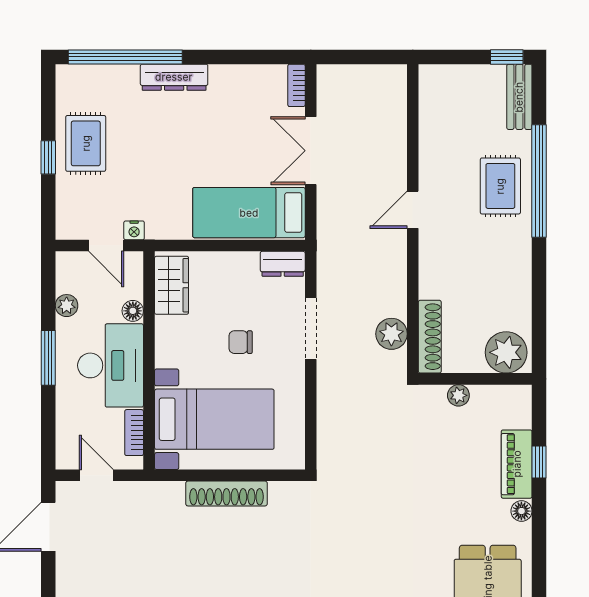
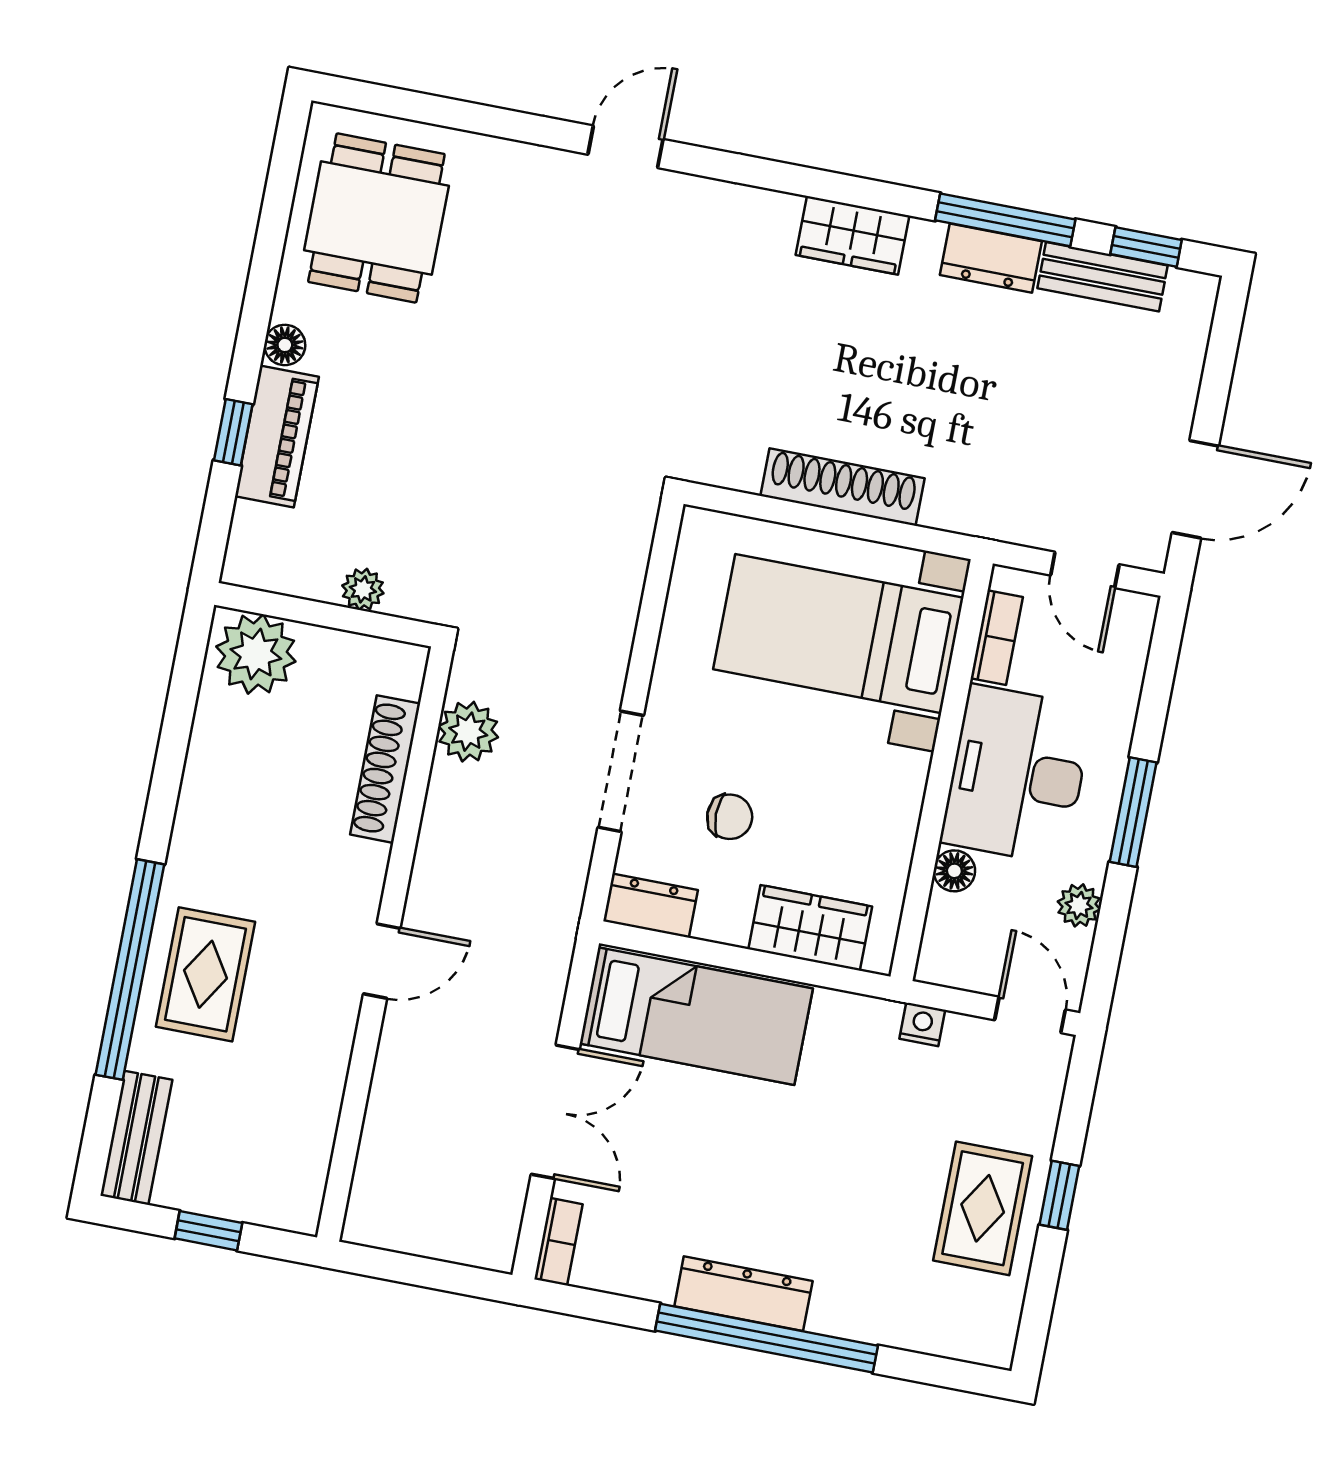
window: (125, 57) -> (766, 1338), moved
window: (507, 57) -> (208, 1231), moved
dresser: (174, 77) -> (743, 1294), moved
door: (106, 246) -> (1030, 1015), moved
wardrobe: (172, 285) -> (810, 928), moved, turned 90
shoe rack: (430, 337) -> (385, 769), moved
chair: (241, 342) -> (730, 817), moved

